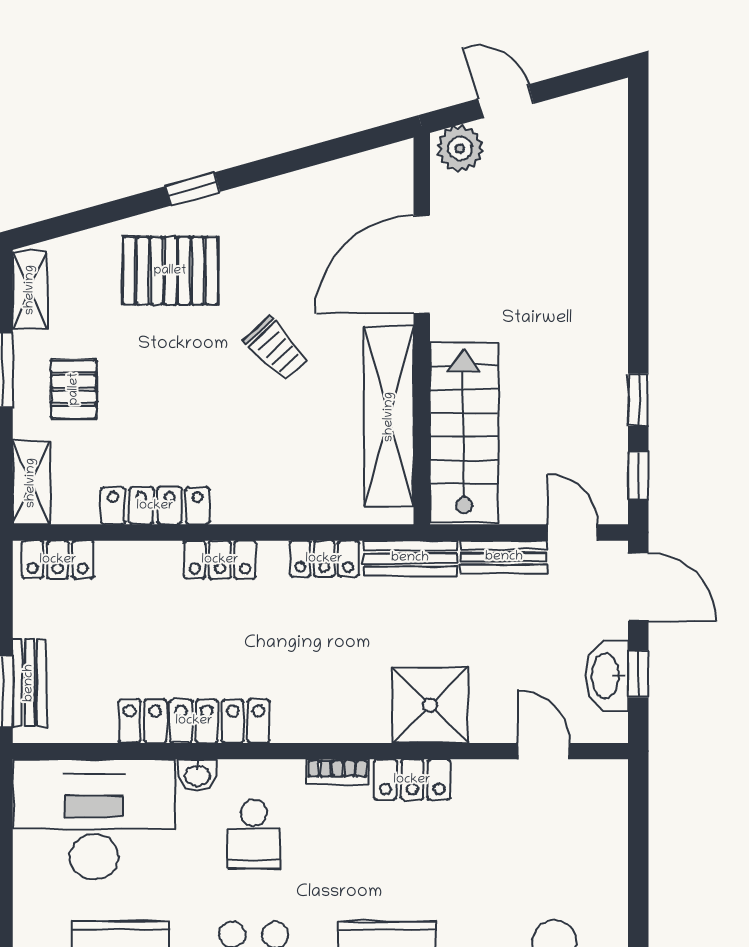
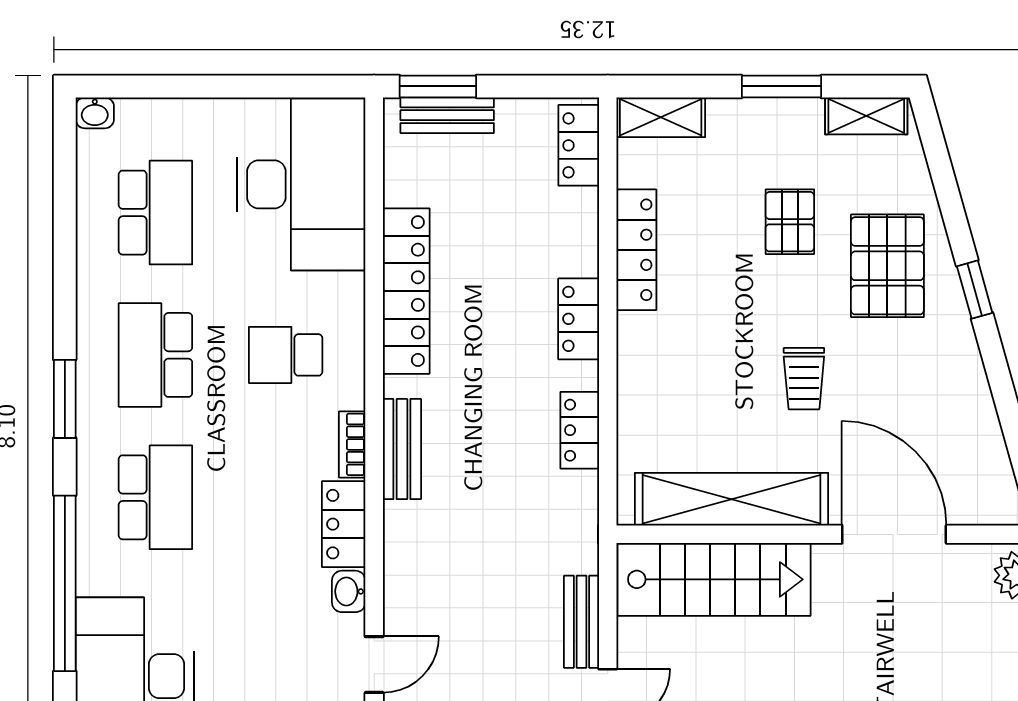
trolley: (276, 349) -> (804, 379), turned -47
pallet: (74, 389) -> (790, 222), moved, turned 90
bench: (410, 558) -> (402, 449), moved
shower: (430, 705) -> (423, 543), removed
washbasin: (197, 775) -> (349, 591), moved

